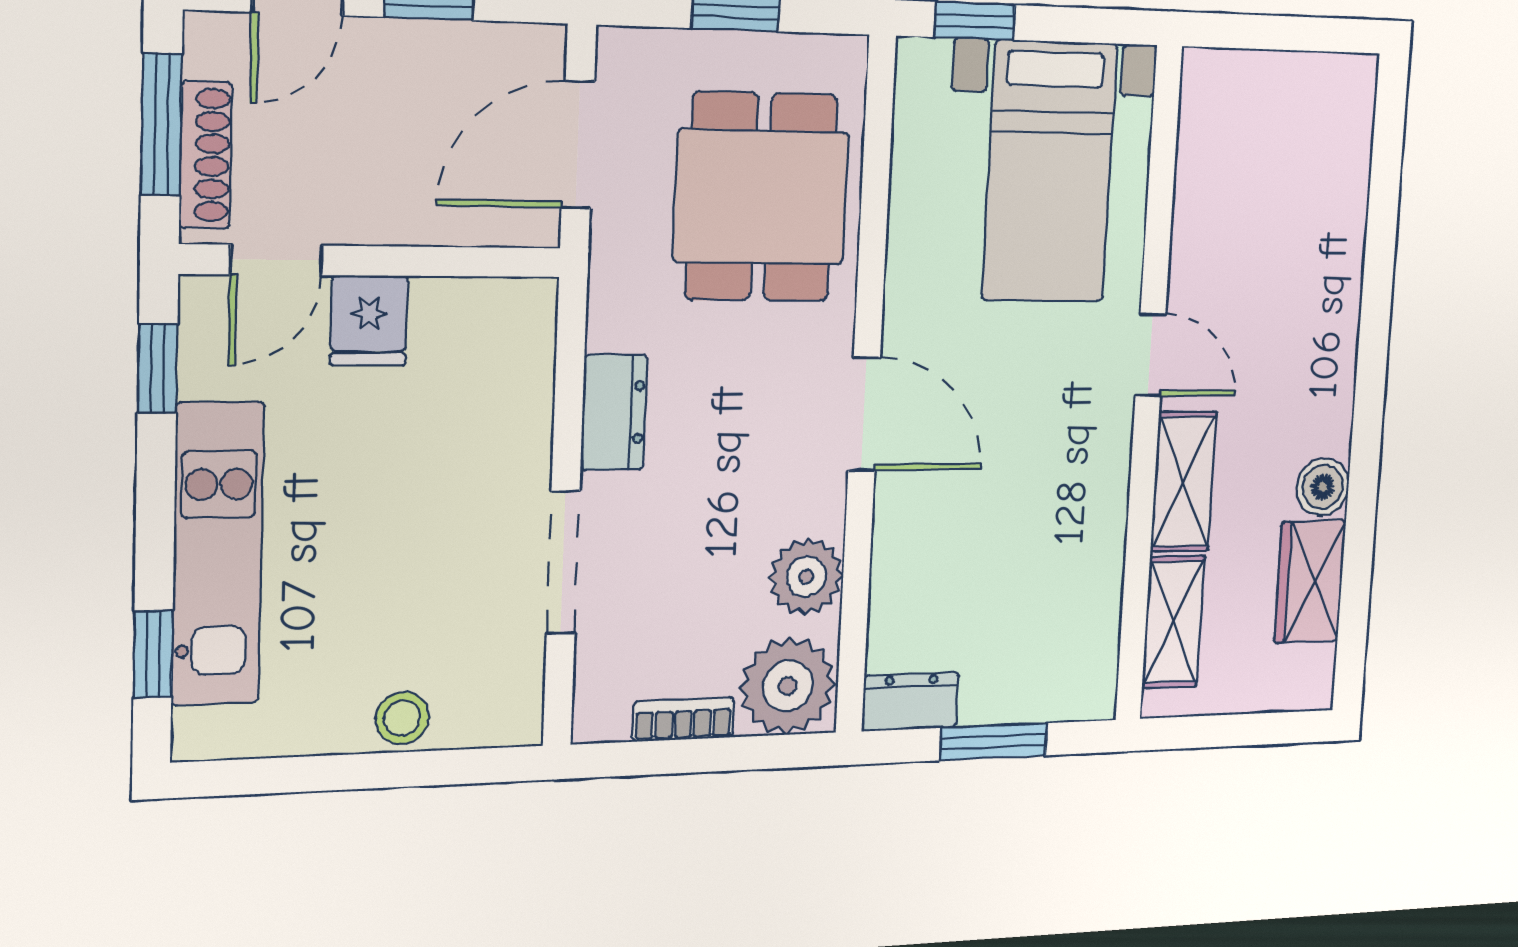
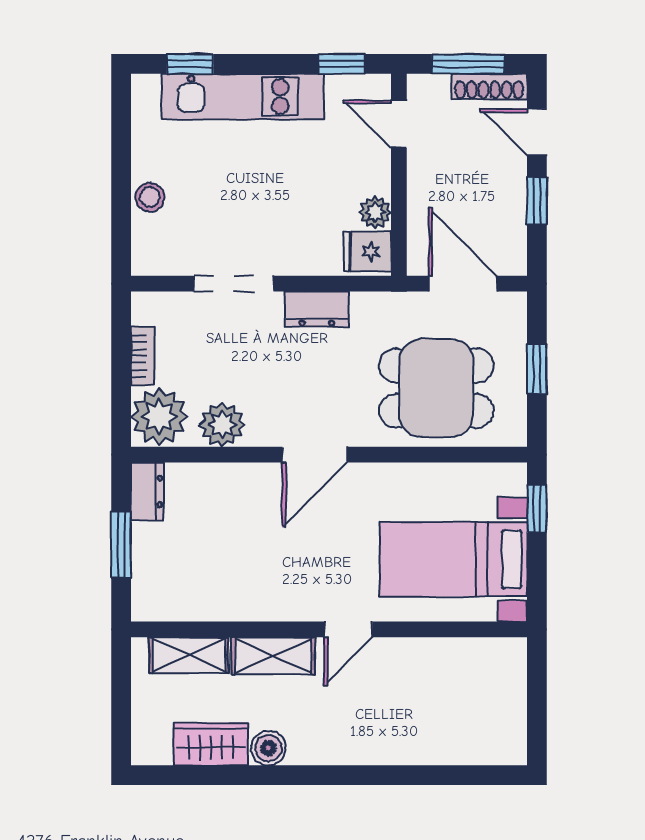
shoe rack: (206, 155) -> (489, 87), moved
plant: (442, 306) -> (375, 212), added
fridge: (369, 321) -> (367, 252), moved

